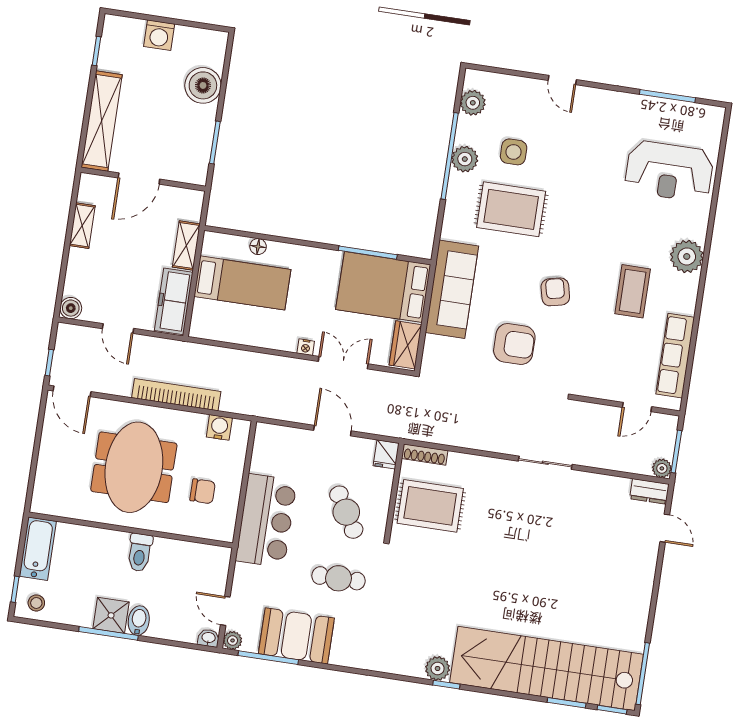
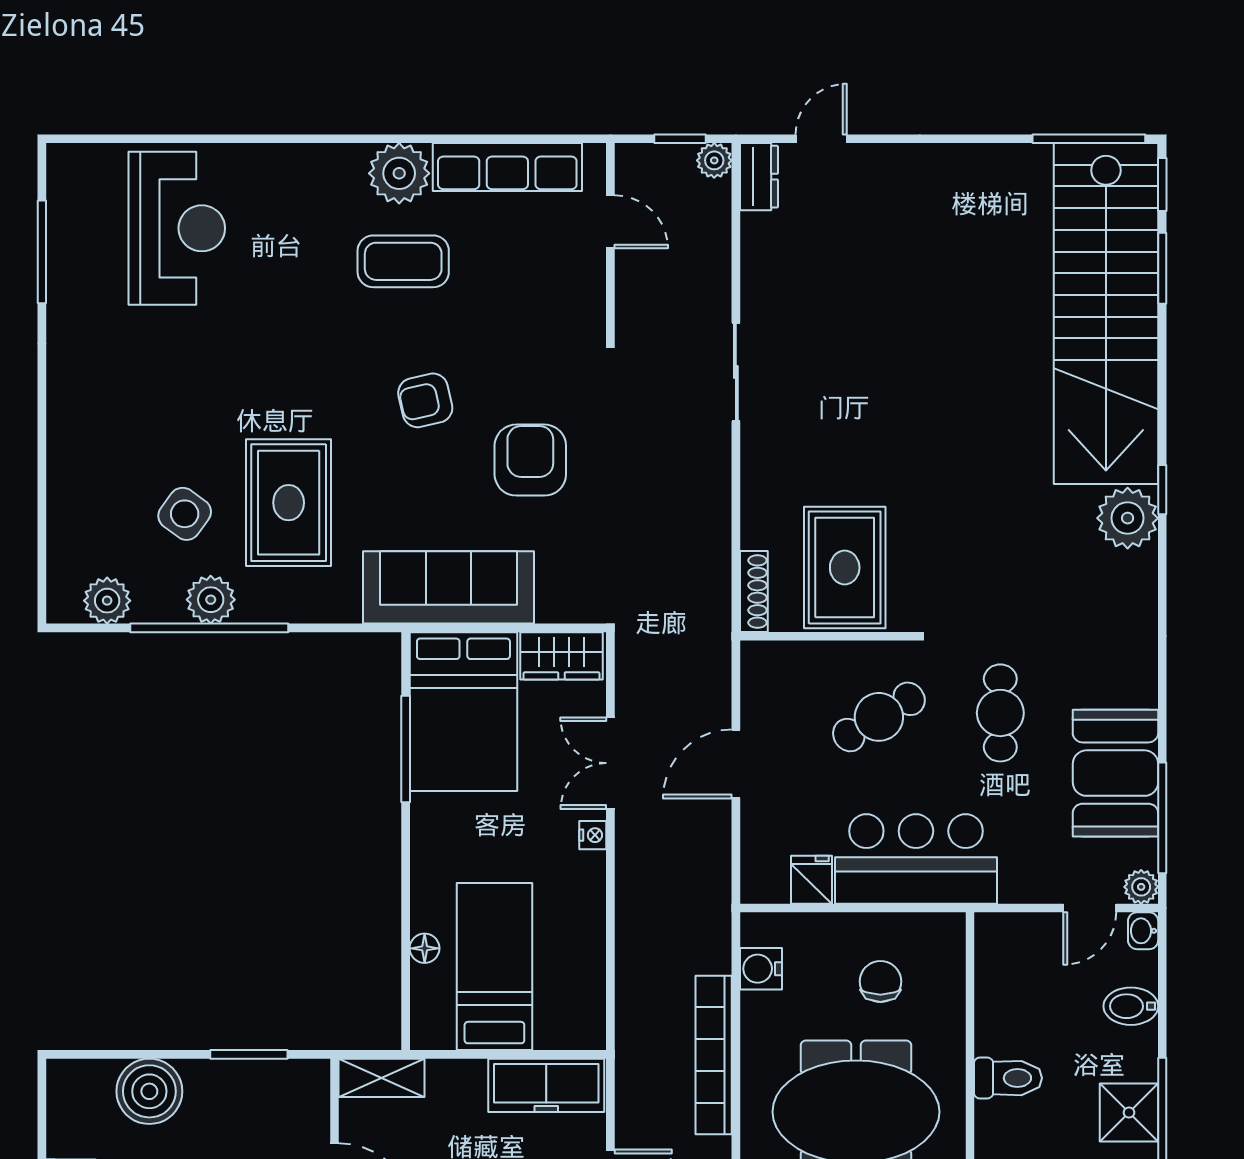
door: (562, 80) -> (42, 446), removed
side table: (514, 152) -> (185, 514), turned 36
shelving: (186, 246) -> (381, 1078), moved
plant: (687, 256) -> (399, 173), moved
window: (676, 452) -> (680, 139), width x0.67
fridge: (386, 454) -> (811, 880), moved, turned -90
bidet: (139, 621) -> (1131, 1006), moved
plant: (438, 668) -> (1128, 518), width x1.36, depth x1.36

